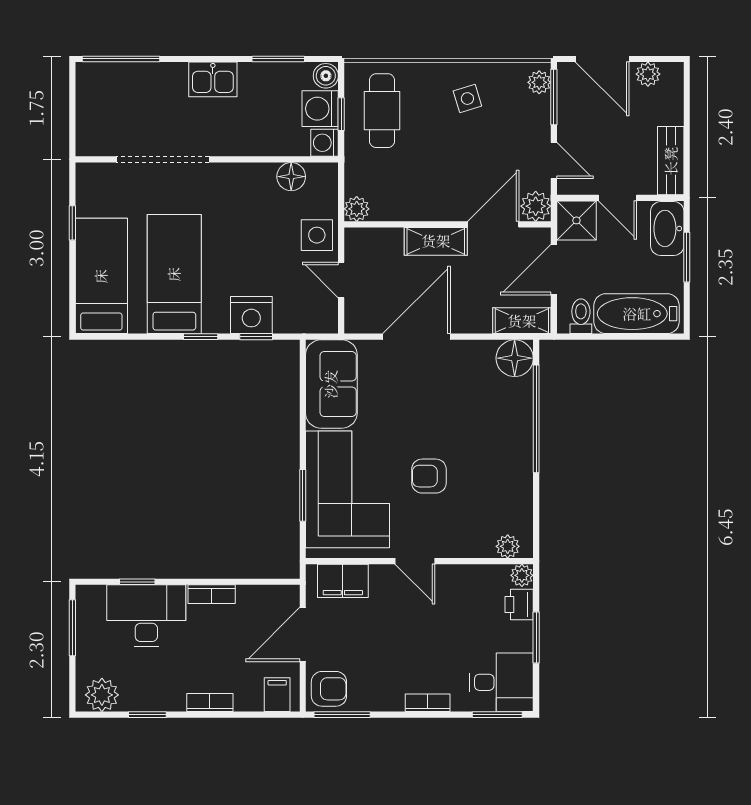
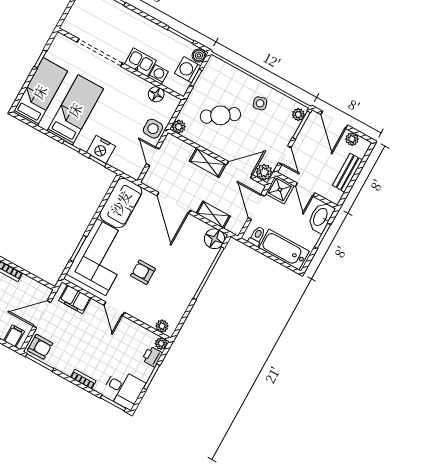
kitchen sink: (213, 79) -> (140, 62), moved, turned 180
cafe table: (382, 111) -> (220, 115), moved, turned 56
washing machine: (325, 143) -> (158, 75), moved, turned 90
bench: (671, 161) -> (347, 173), moved
door: (554, 270) -> (256, 207), hinge flipped
shelving: (522, 321) -> (213, 215), moved
door: (417, 337) -> (174, 203), swing flipped

